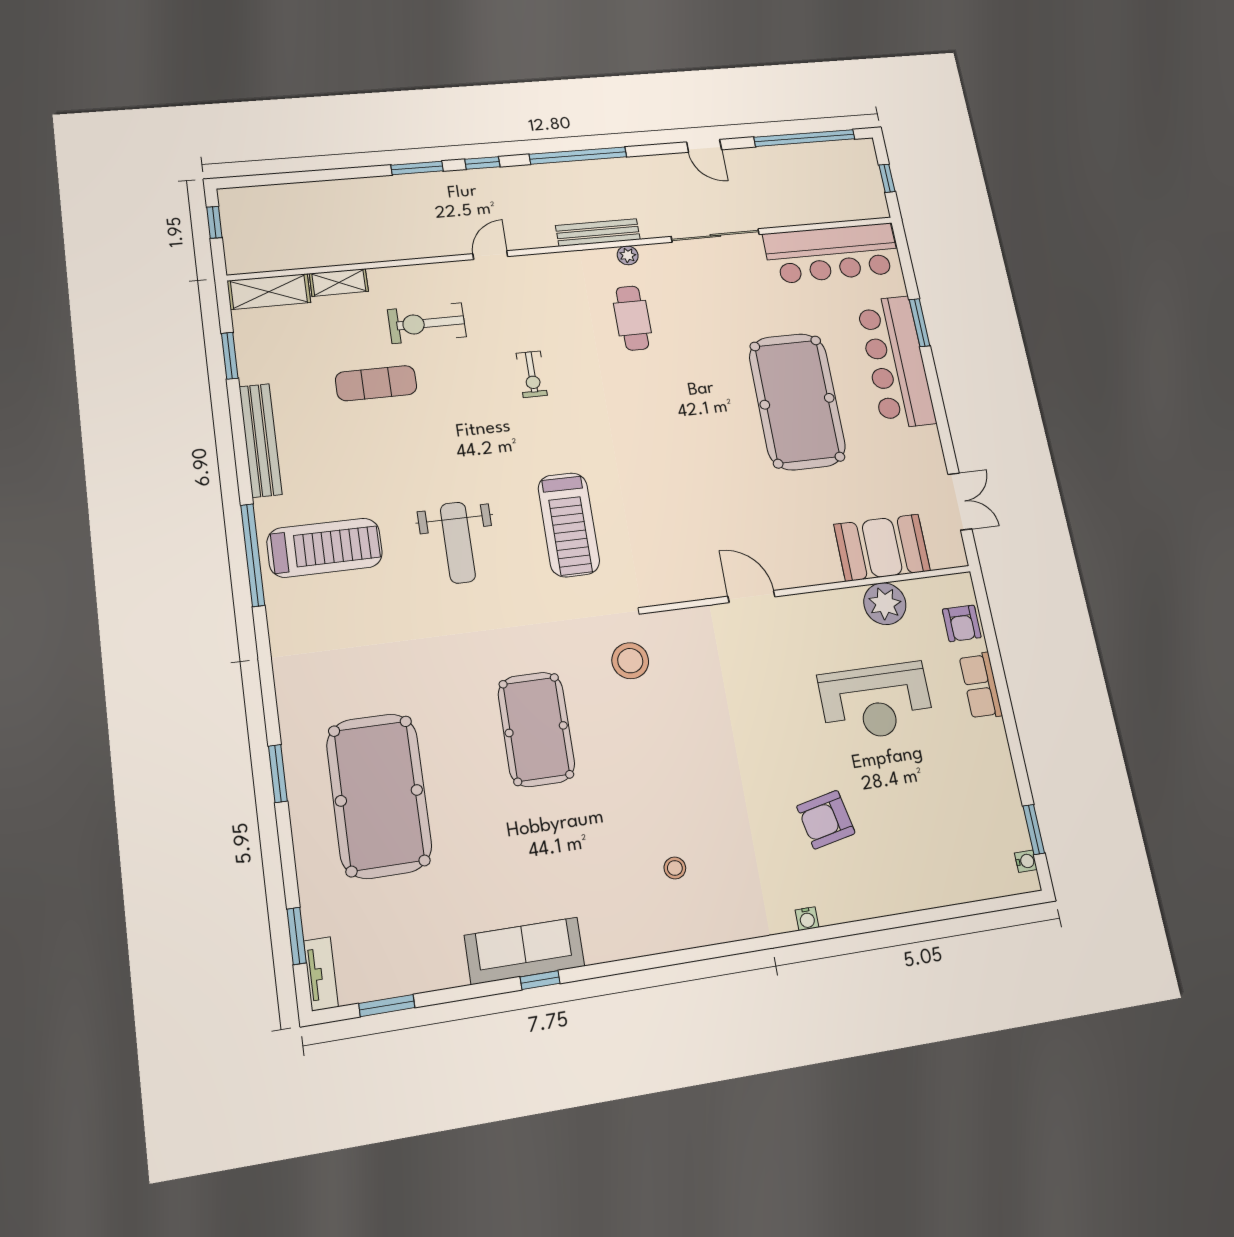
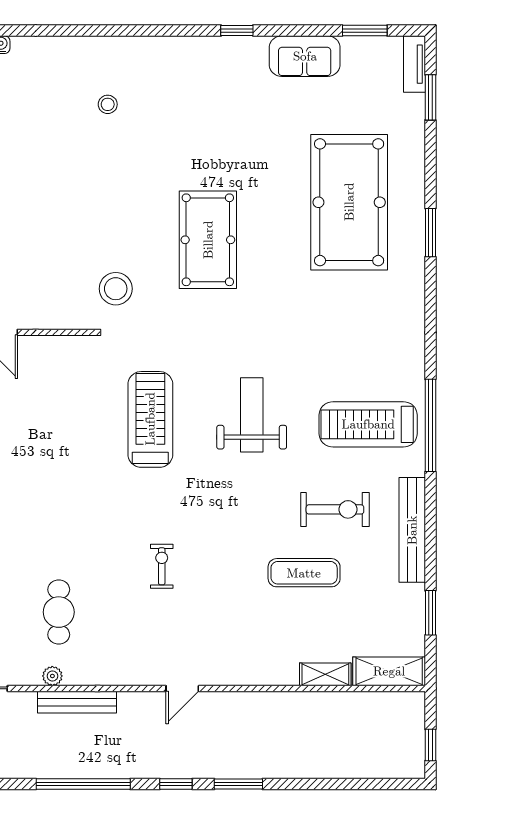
exercise bike: (427, 323) -> (335, 509), moved
sofa: (524, 951) -> (305, 56), moved, width x0.73

